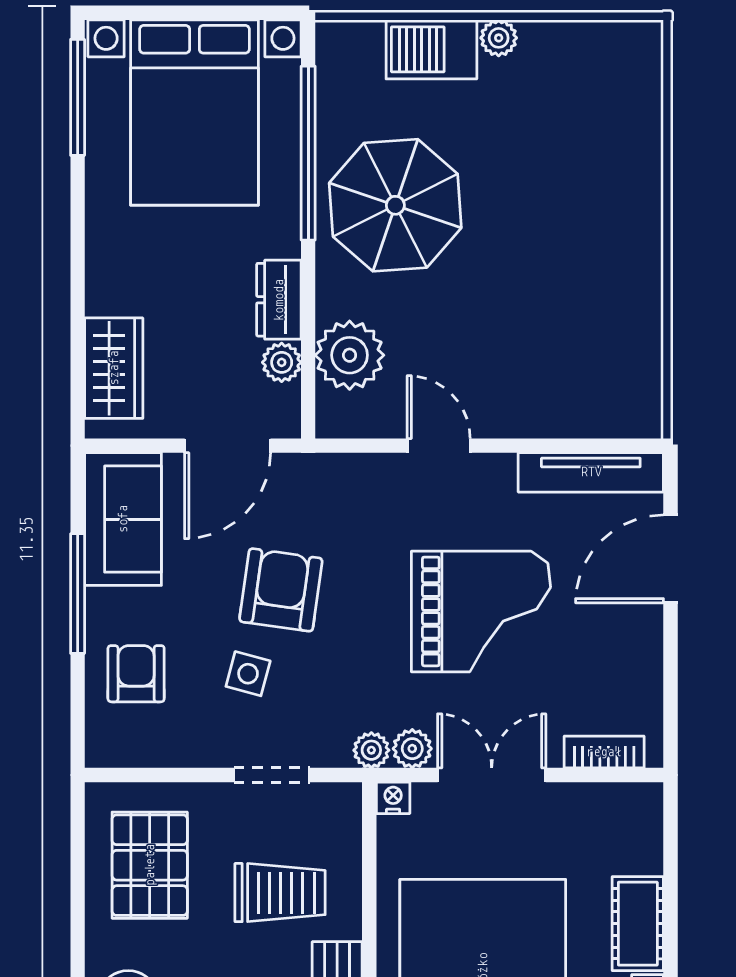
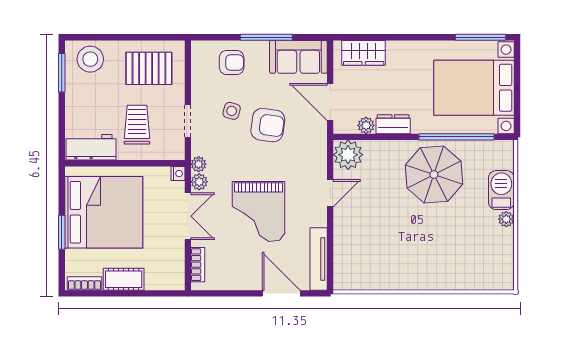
plant: (350, 355) -> (348, 155), moved
trolley: (280, 893) -> (137, 125), turned 180

